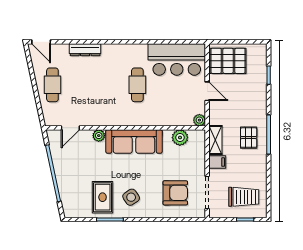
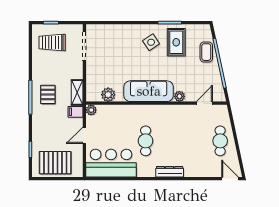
dresser: (85, 50) -> (170, 172), moved
pallet: (228, 61) -> (55, 163), moved
door: (207, 91) -> (84, 135), hinge flipped
filing cabinet: (217, 162) -> (75, 112), moved
coffee table: (68, 186) -> (206, 52), added
armchair: (175, 193) -> (112, 46), removed

